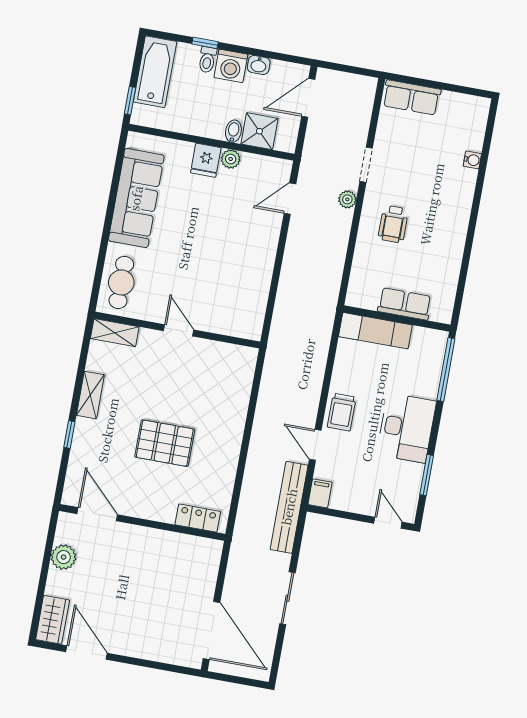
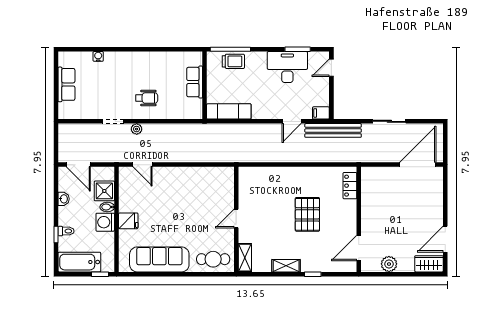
washing machine: (231, 66) -> (105, 222), moved, turned 180
row of seats: (412, 97) -> (66, 84), moved
plant: (231, 159) -> (125, 206), removed
exam couch: (375, 331) -> (229, 111), moved, turned -90
trolley: (342, 412) -> (233, 61), moved
desk: (406, 428) -> (287, 67), moved

